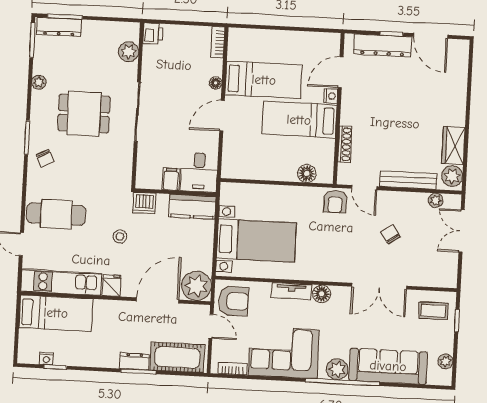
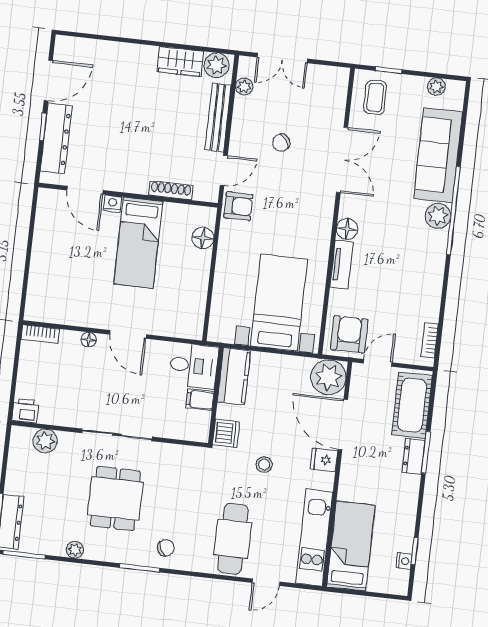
bed: (264, 80) -> (88, 282), removed
fridge: (112, 285) -> (324, 460), moved
corner sofa: (284, 353) -> (414, 278), removed

